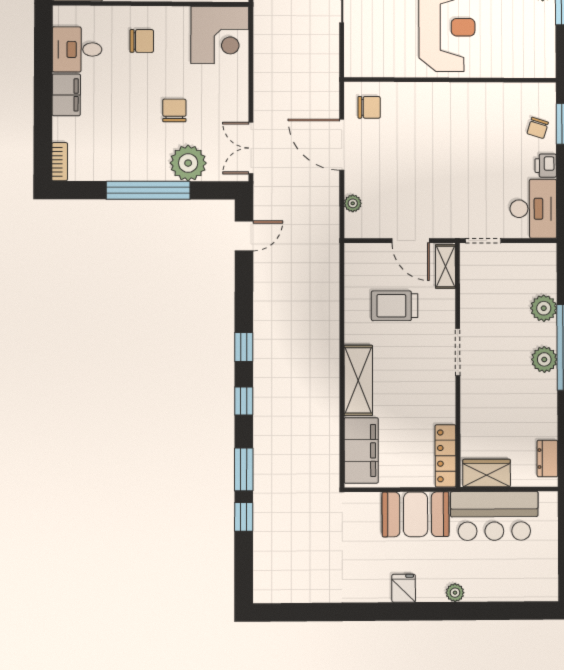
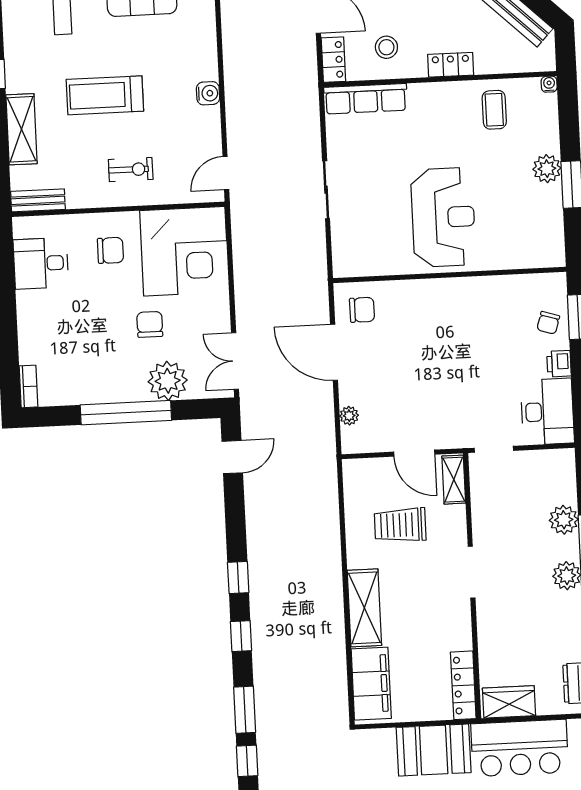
corner desk: (220, 35) -> (184, 251), width x1.36, depth x1.36
filing cabinet: (66, 95) -> (32, 313), removed

